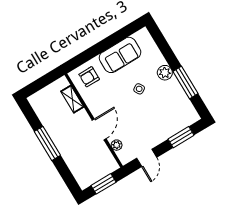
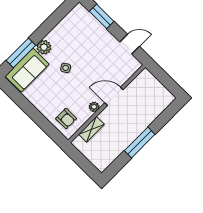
sofa: (120, 55) -> (27, 70), moved, turned 90
window: (185, 82) -> (21, 53), moved
plant: (117, 145) -> (94, 107), moved
window: (103, 184) -> (165, 79), removed

